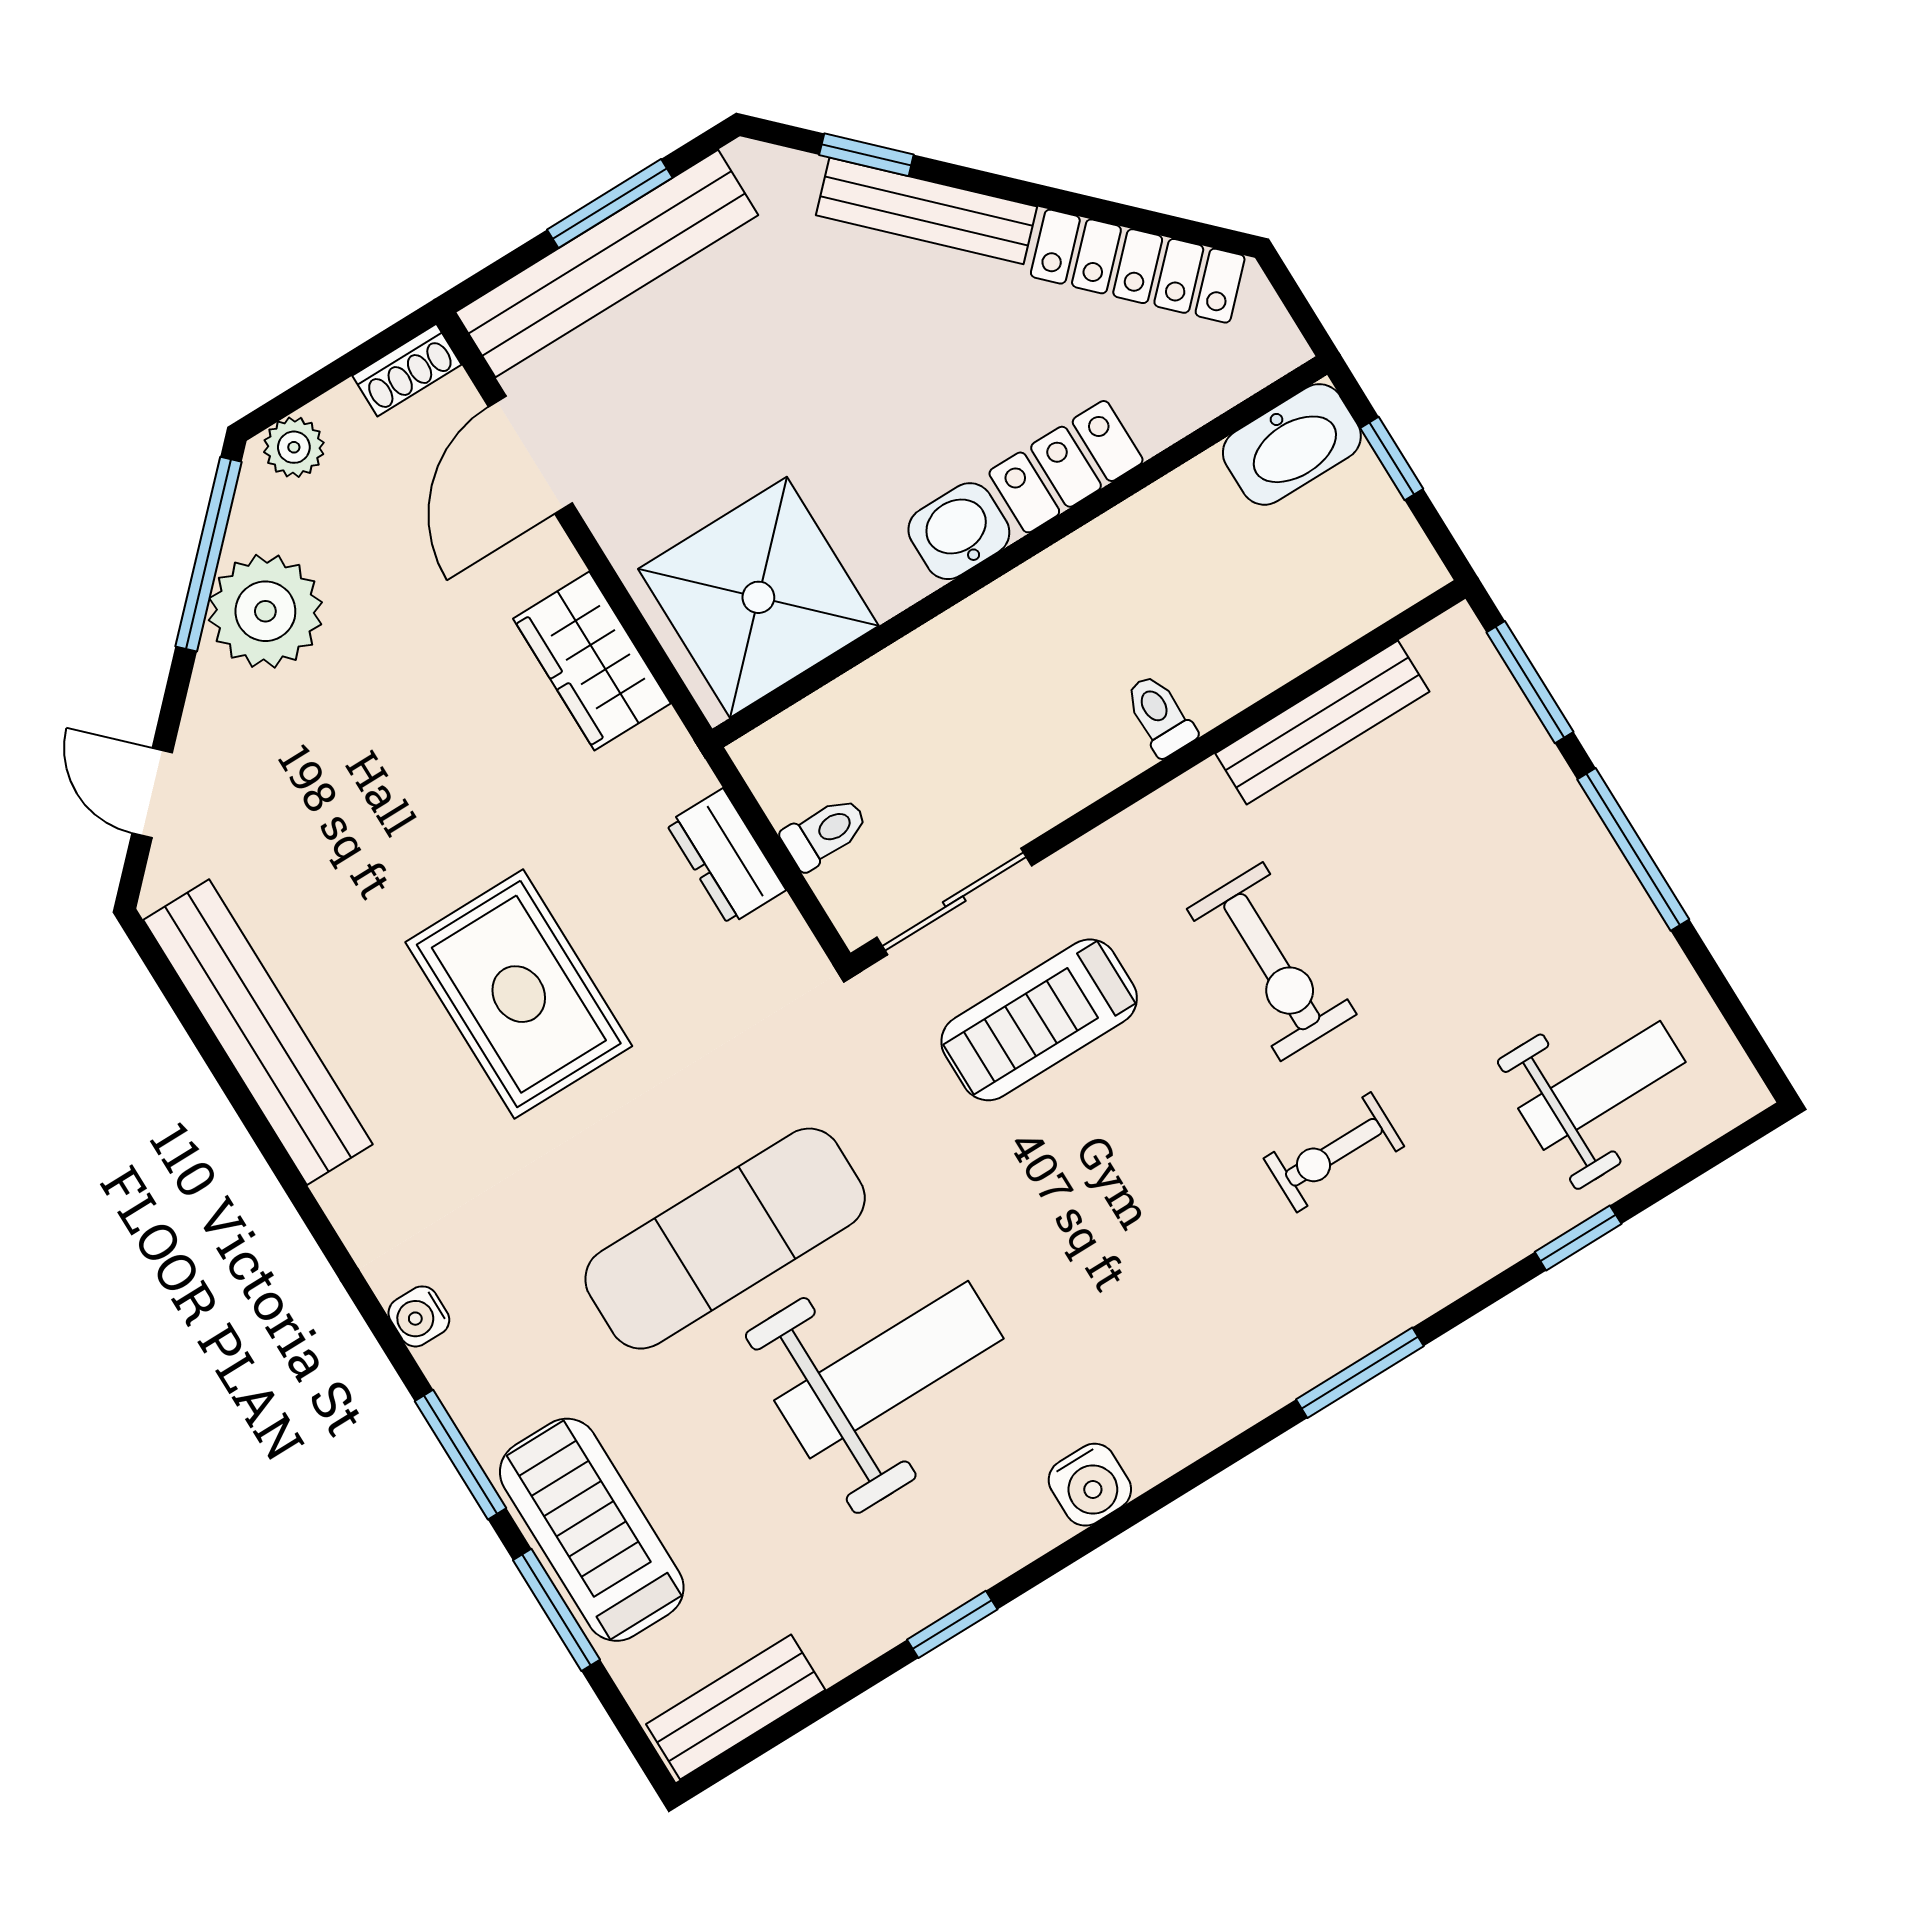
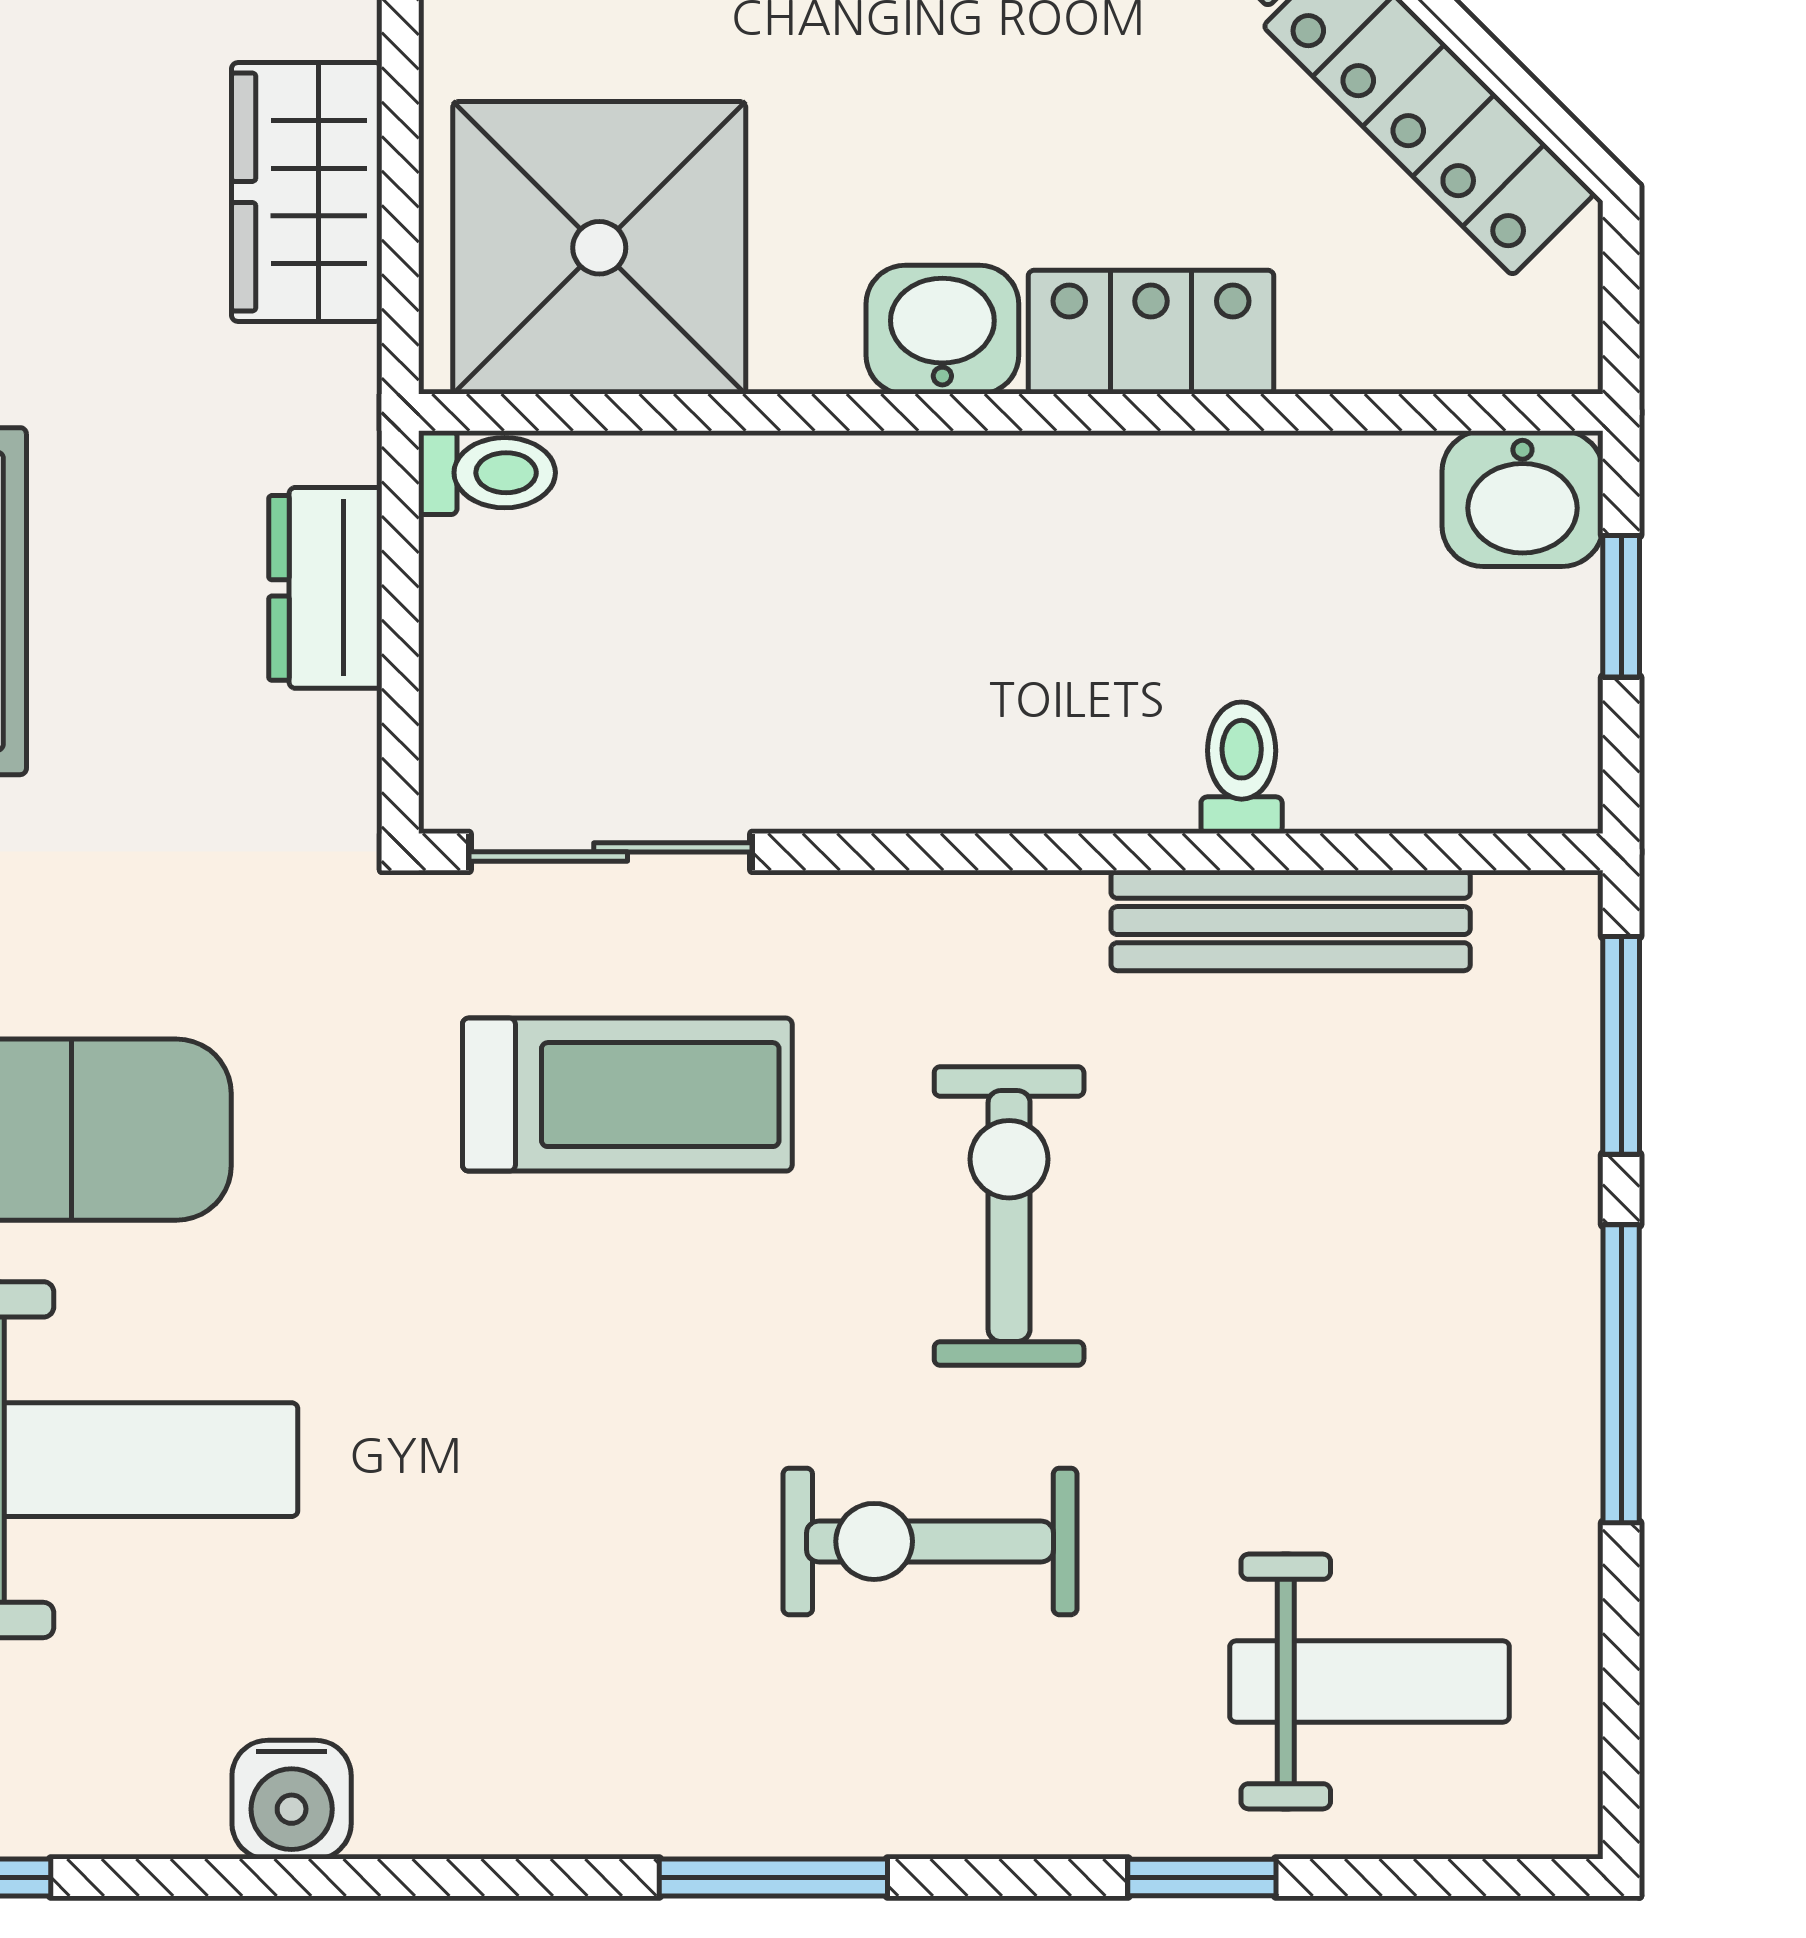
washbasin: (1292, 444) -> (1522, 499), width x0.72
toilet: (1160, 715) -> (1242, 768), moved
toilet: (825, 833) -> (487, 473), moved
exercise bike: (1272, 962) -> (1009, 1216), turned 180
treadmill: (1039, 1020) -> (627, 1095), turned 180
exercise bike: (1334, 1152) -> (930, 1541), width x1.38, depth x1.39

